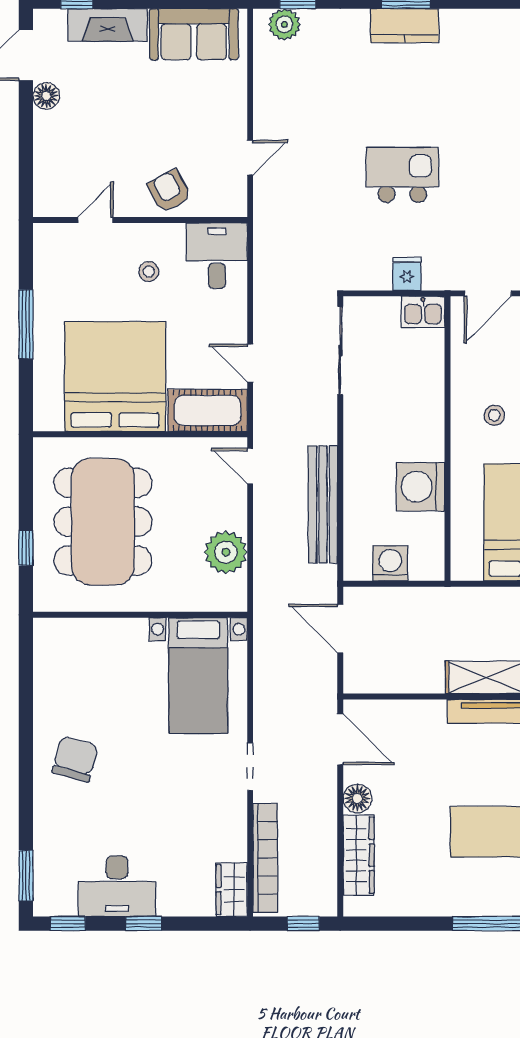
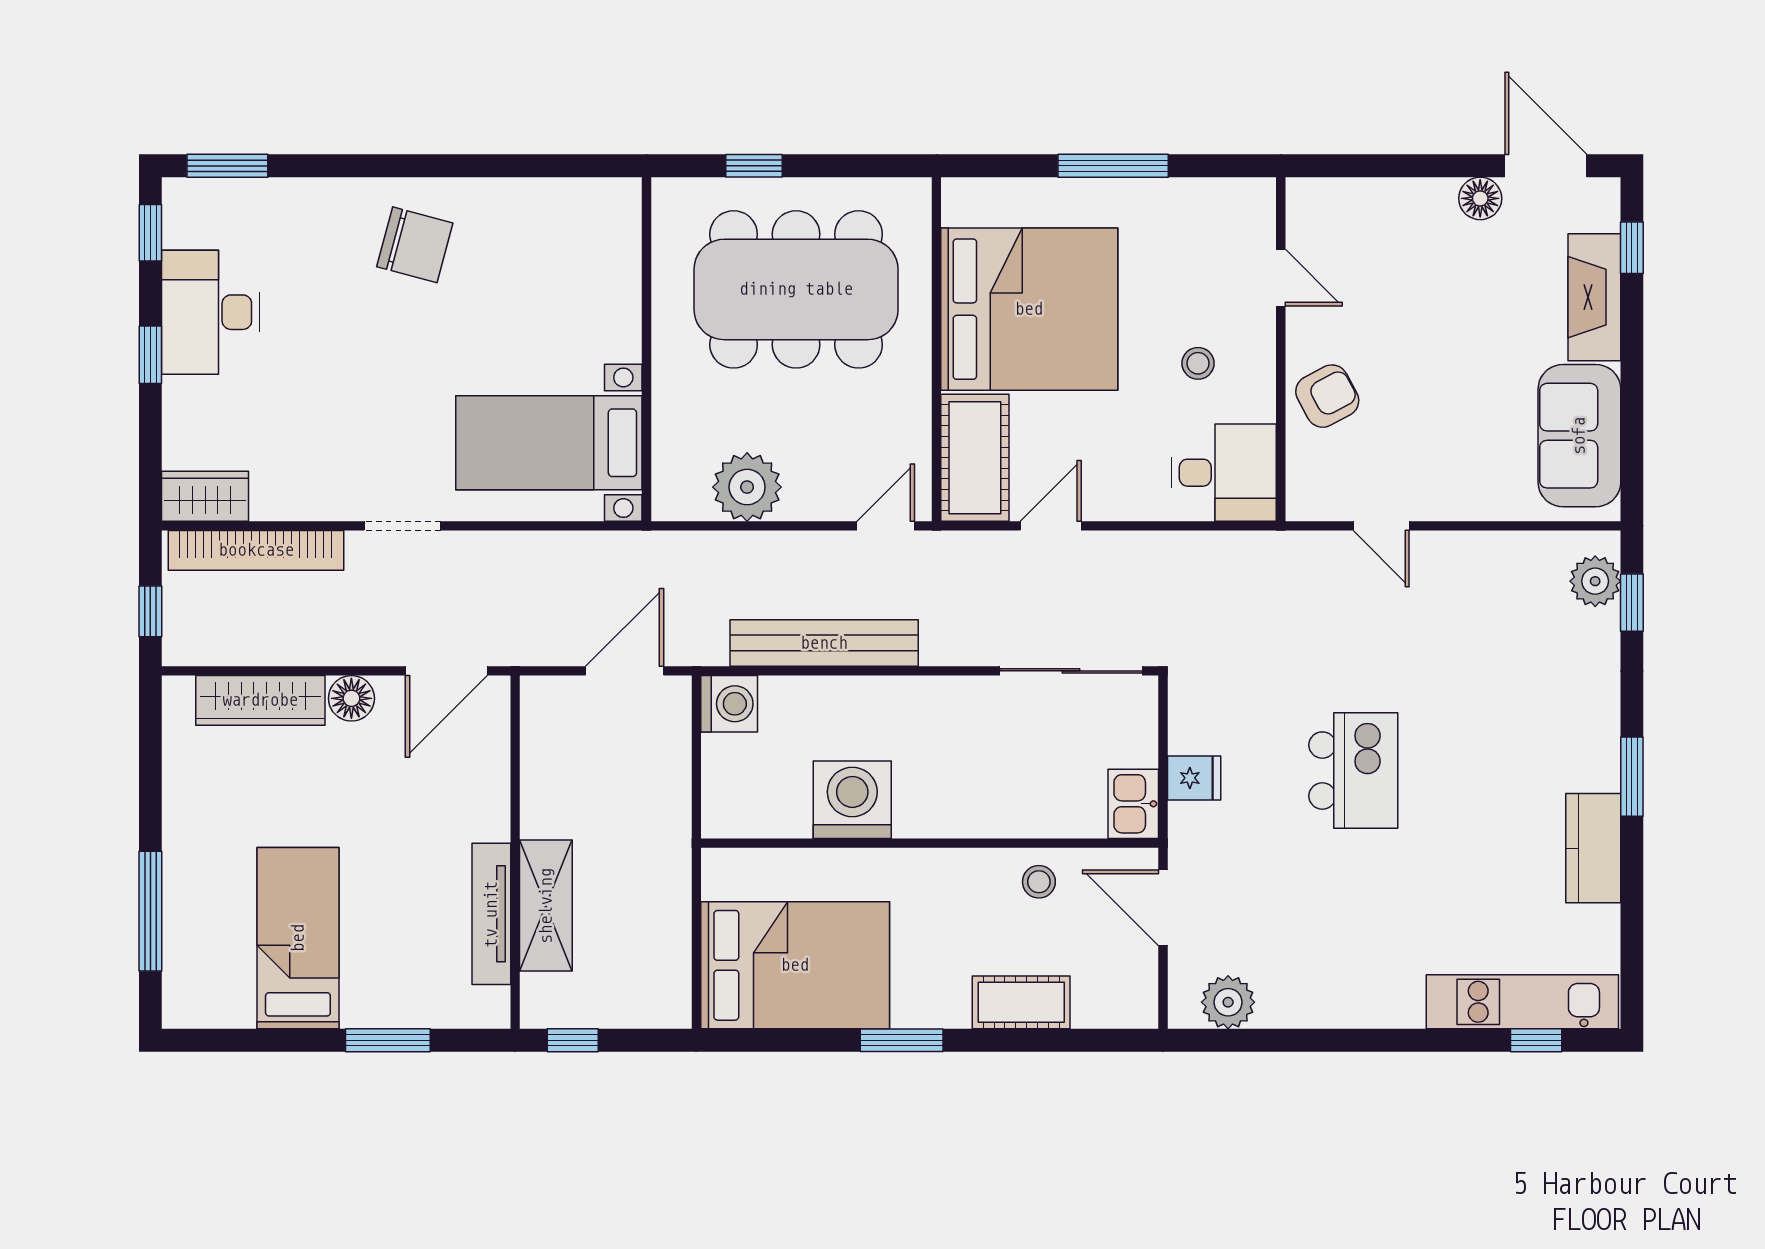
kitchen counter: (405, 26) -> (1593, 848), moved
stool: (494, 415) -> (1039, 882), moved
washing machine: (390, 563) -> (729, 704), moved

